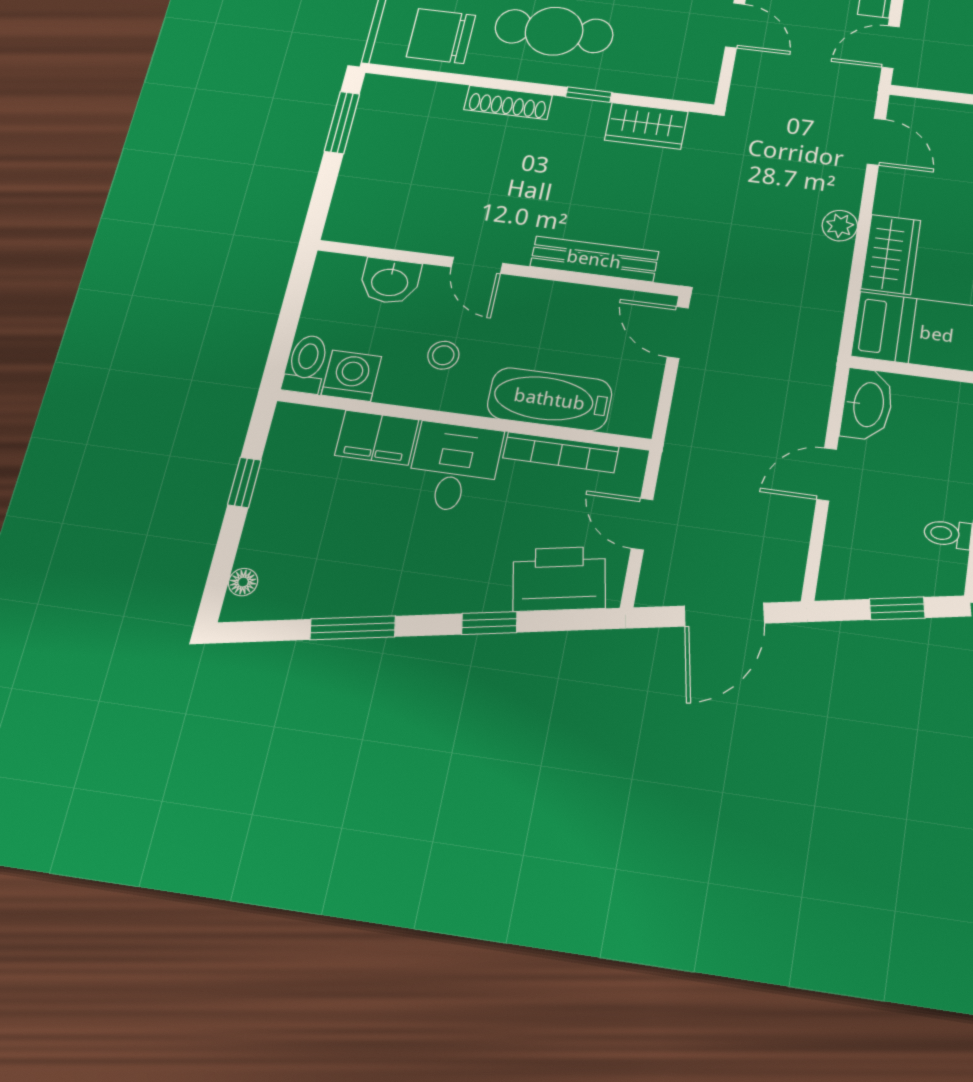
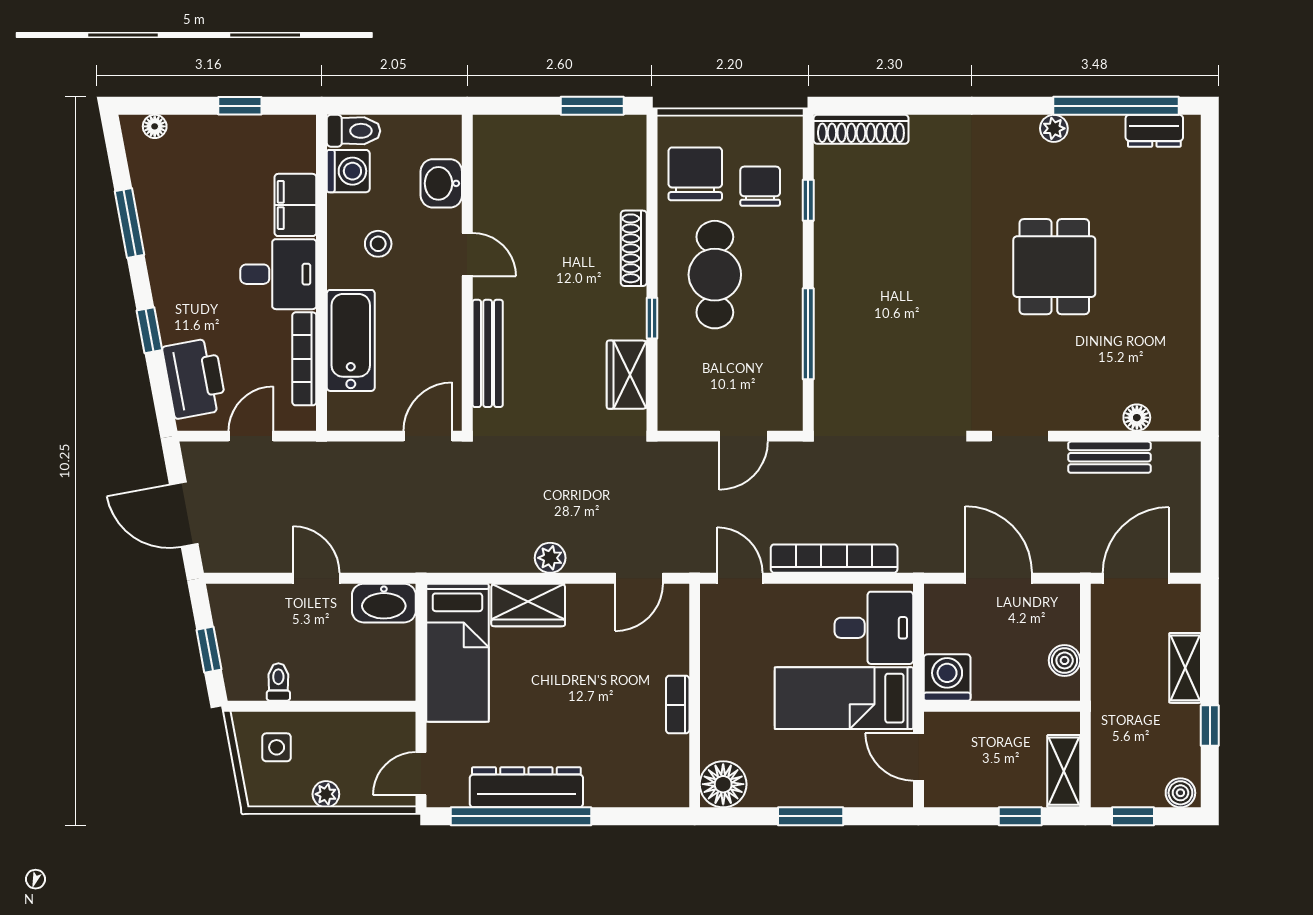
door: (477, 265) -> (467, 254), swing flipped

